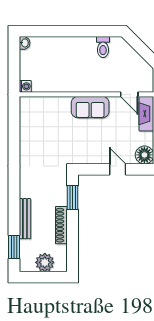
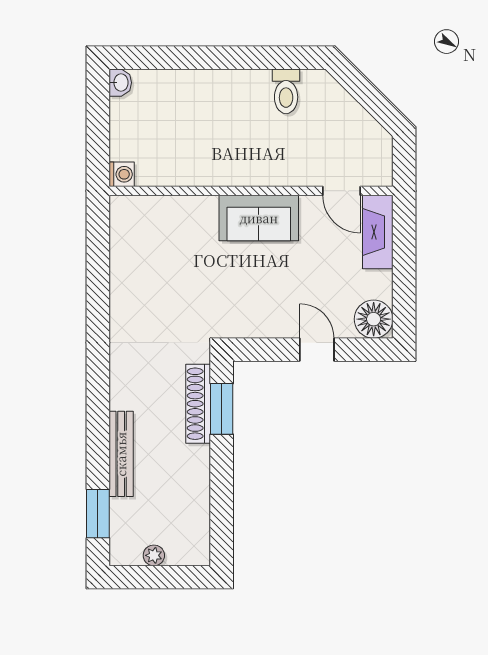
shoe rack: (61, 225) -> (198, 404), moved
plant: (45, 262) -> (154, 555), width x0.53, depth x0.53

